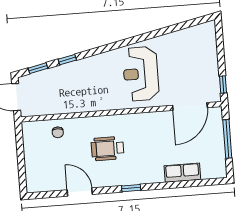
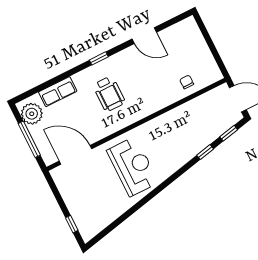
window: (223, 84) -> (72, 224), moved
door: (190, 107) -> (75, 155), hinge flipped
wheelchair: (108, 149) -> (109, 94), moved, turned 90
plant: (215, 162) -> (32, 114), added

